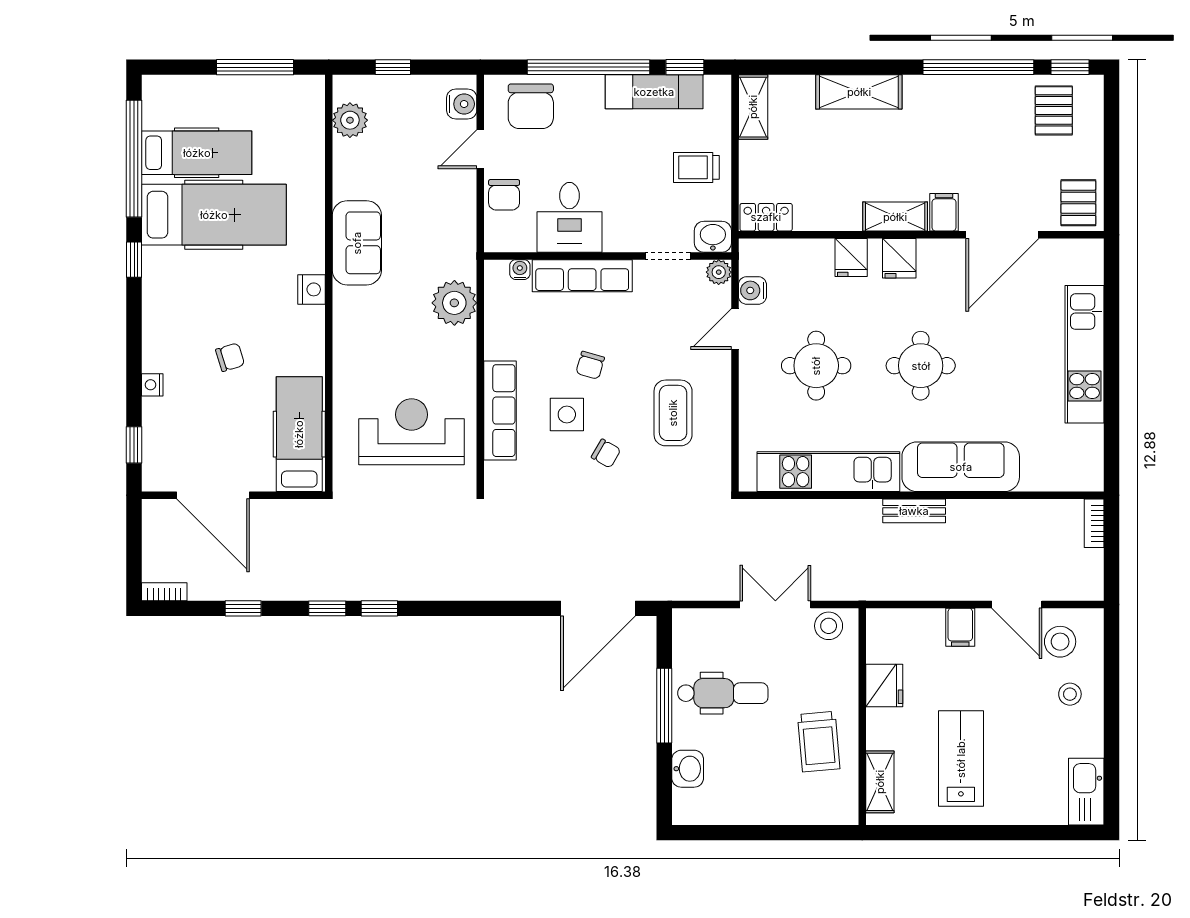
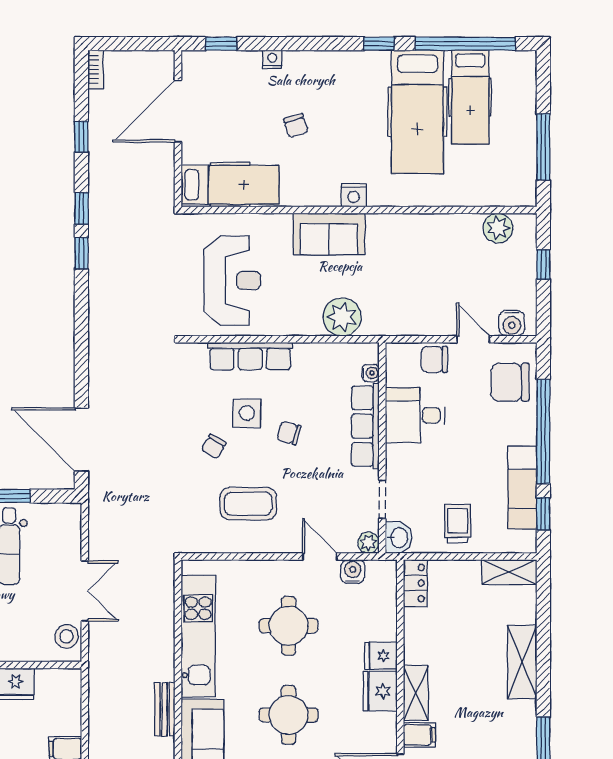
sofa: (357, 243) -> (329, 234), moved
fridge: (899, 258) -> (380, 691), width x1.38

